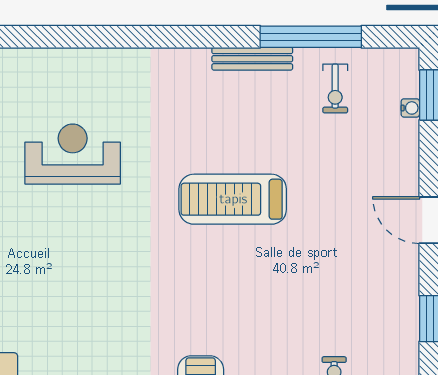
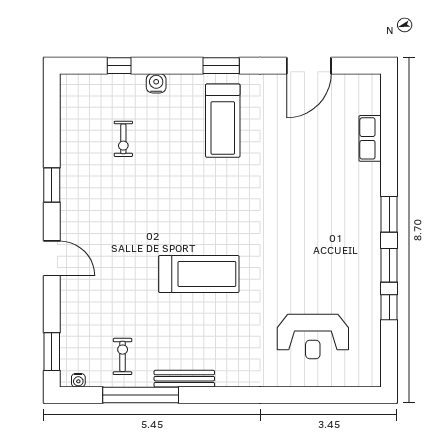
water cooler: (410, 108) -> (78, 380), moved, turned -90
reception desk: (73, 154) -> (313, 337), moved

